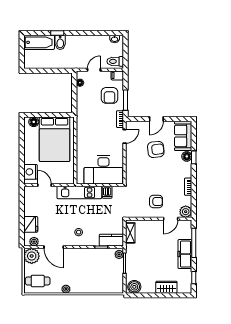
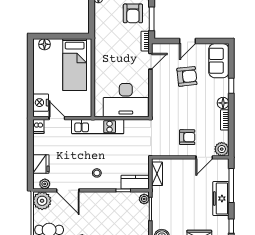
bed: (55, 139) -> (75, 65), width x0.67
floor lamp: (187, 156) -> (223, 103), moved
dishwasher: (107, 192) -> (38, 126), moved

